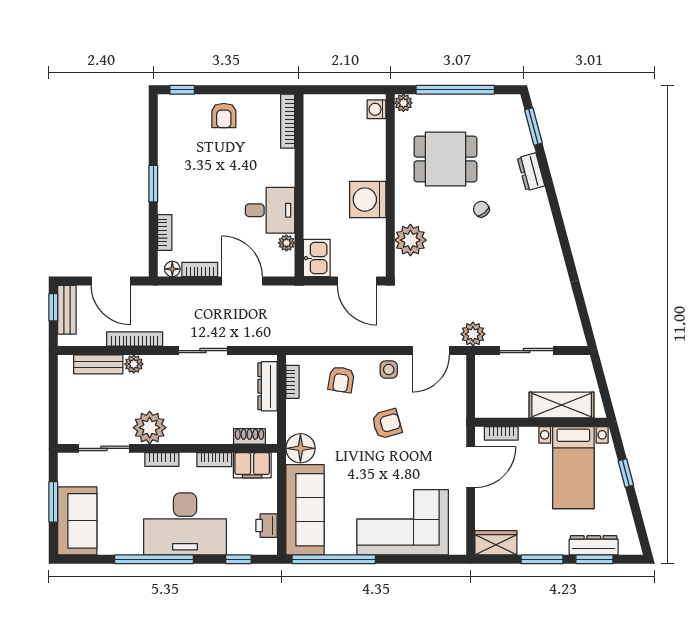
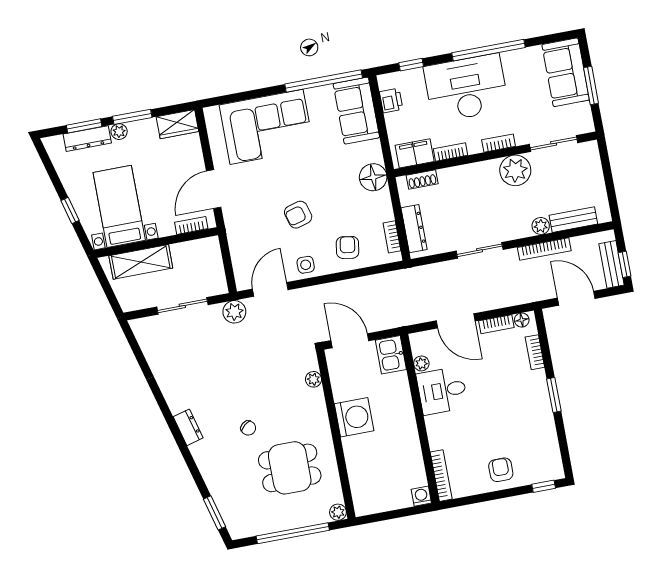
washing machine: (377, 109) -> (421, 496), moved, turned -90
dresser: (531, 172) -> (188, 427), moved
plant: (410, 240) -> (313, 379), width x0.53, depth x0.53
sofa: (305, 510) -> (356, 111), width x0.73
plant: (559, 546) -> (119, 132), added

